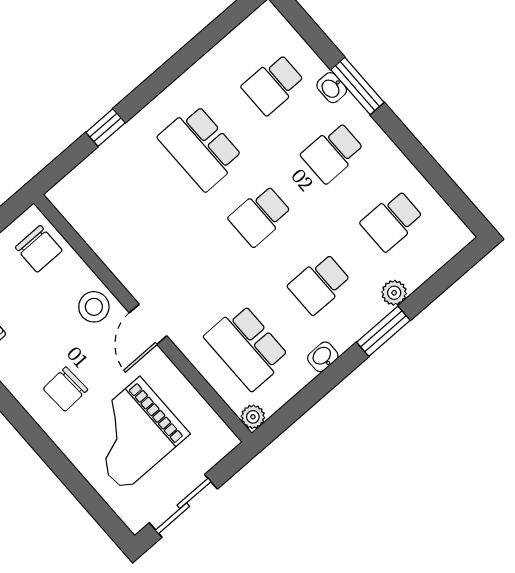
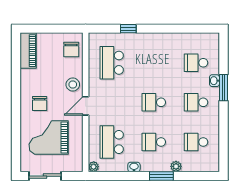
school desk: (201, 148) -> (112, 63), moved
chair: (66, 389) -> (40, 104), turned -87

